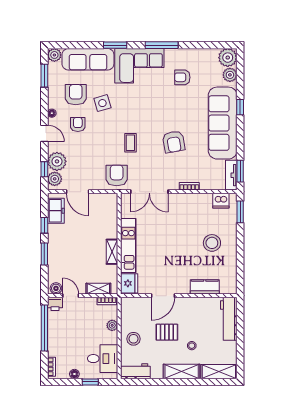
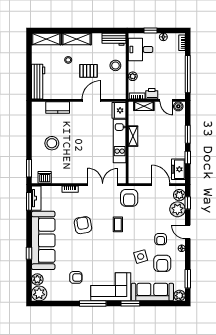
printer: (55, 304) -> (152, 94), moved

